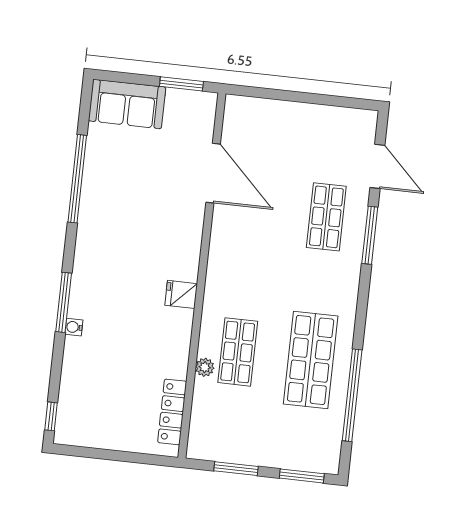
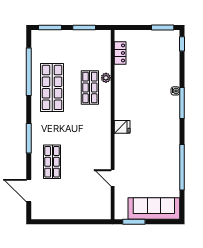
sofa: (127, 104) -> (154, 208), width x1.36
door: (213, 173) -> (113, 178), width x0.53
window: (370, 235) -> (29, 138), moved
fridge: (181, 294) -> (122, 127), moved
locker: (172, 412) -> (120, 53), width x0.66
window: (85, 452) -> (163, 27), added

